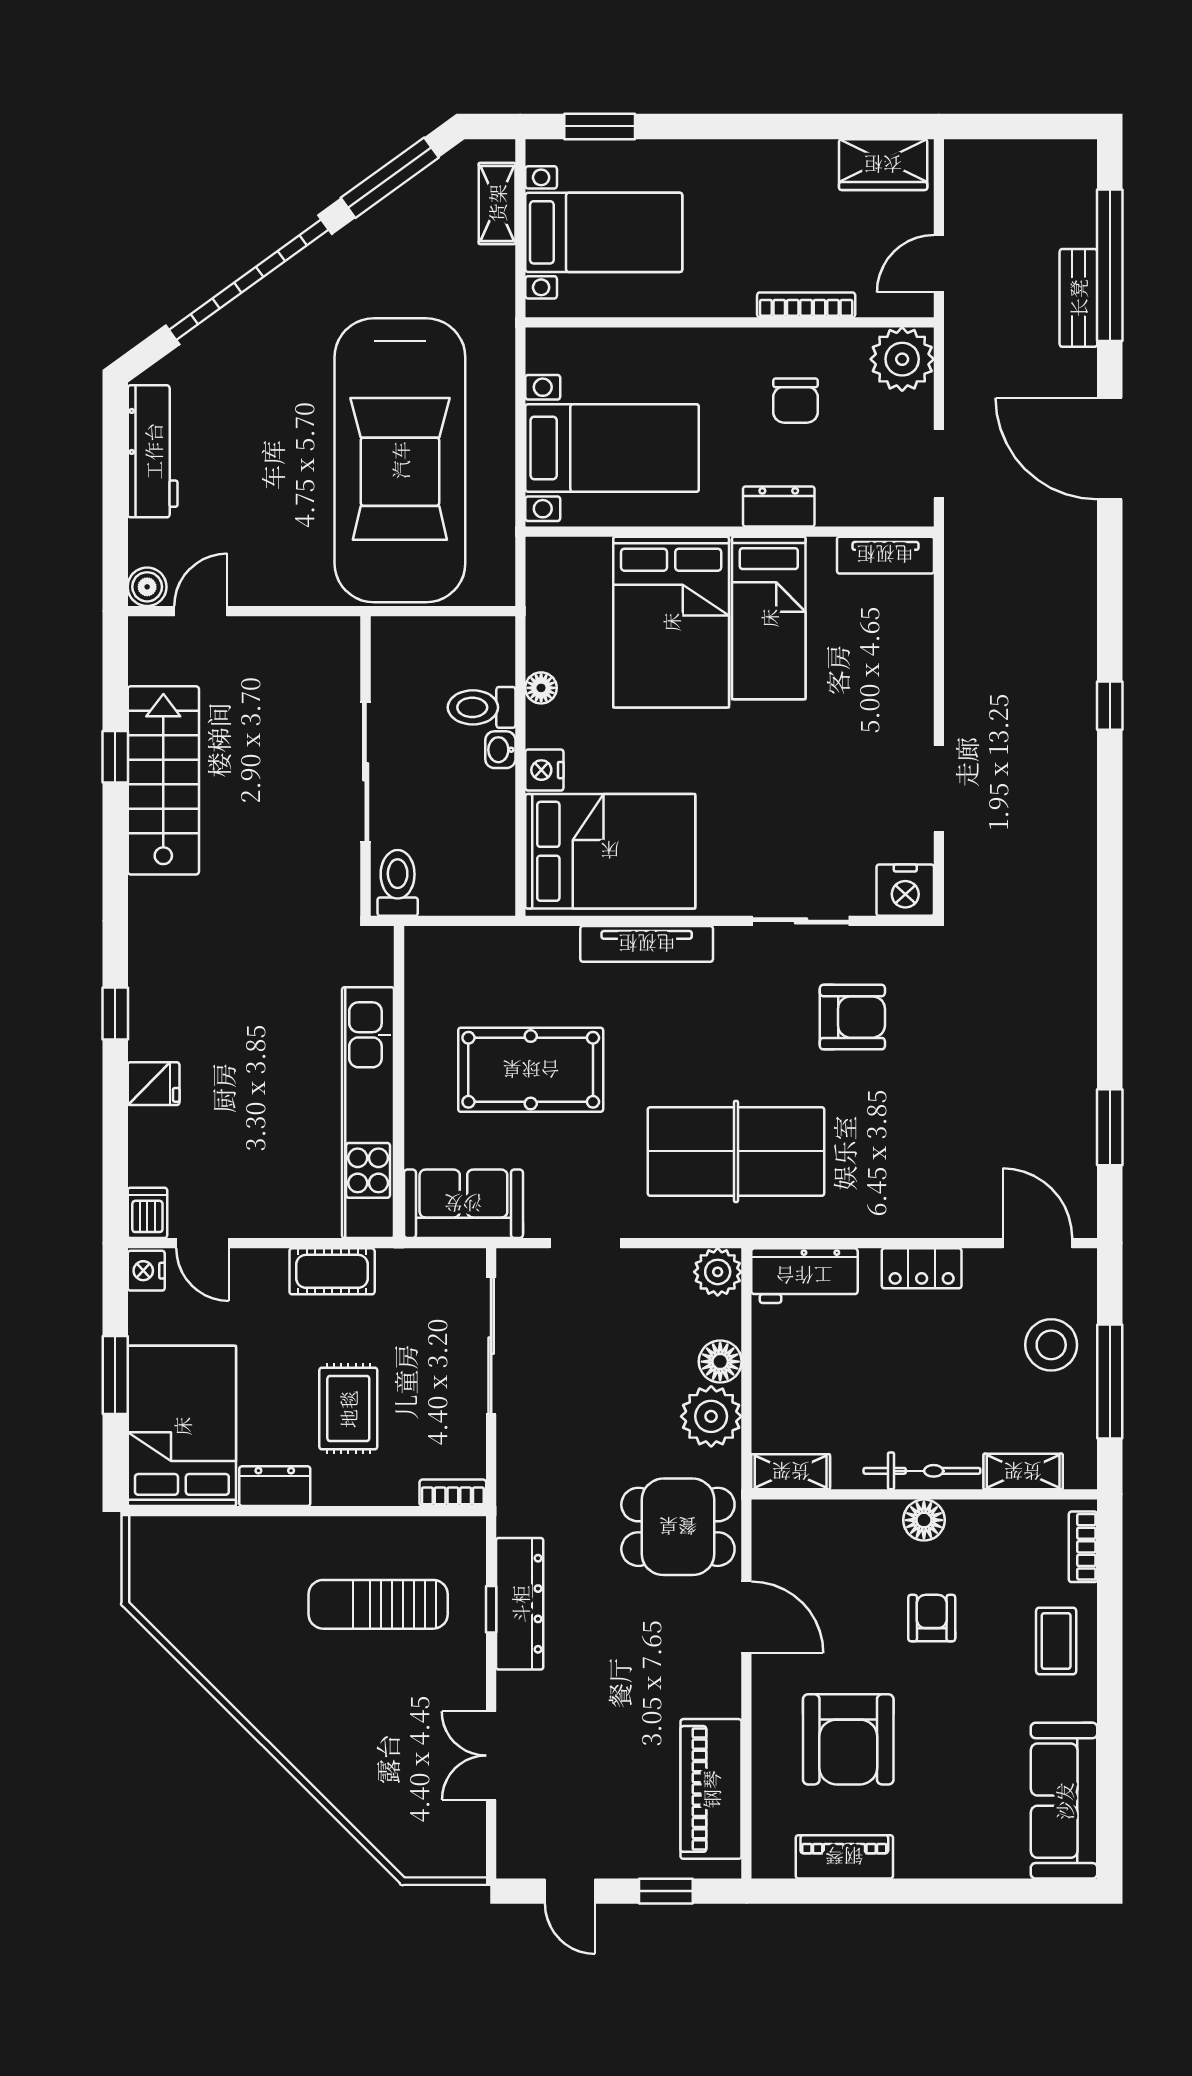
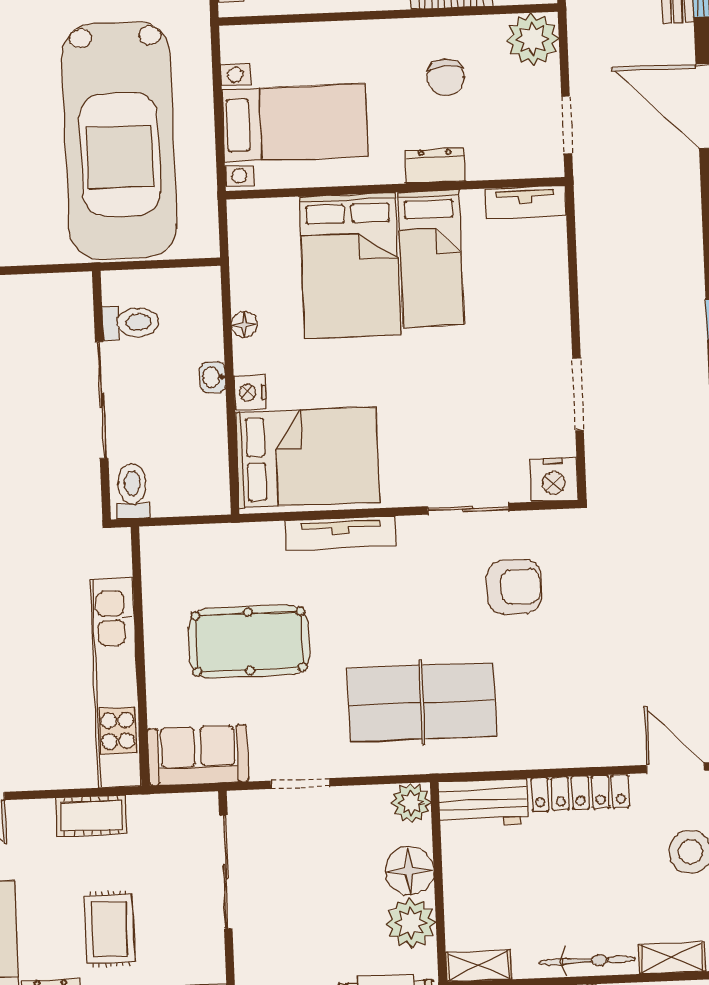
toilet: (482, 707) -> (131, 323), moved, turned 180
locker: (922, 1268) -> (580, 793), width x1.53
floor lamp: (720, 1362) -> (410, 871), width x1.38, depth x1.38

